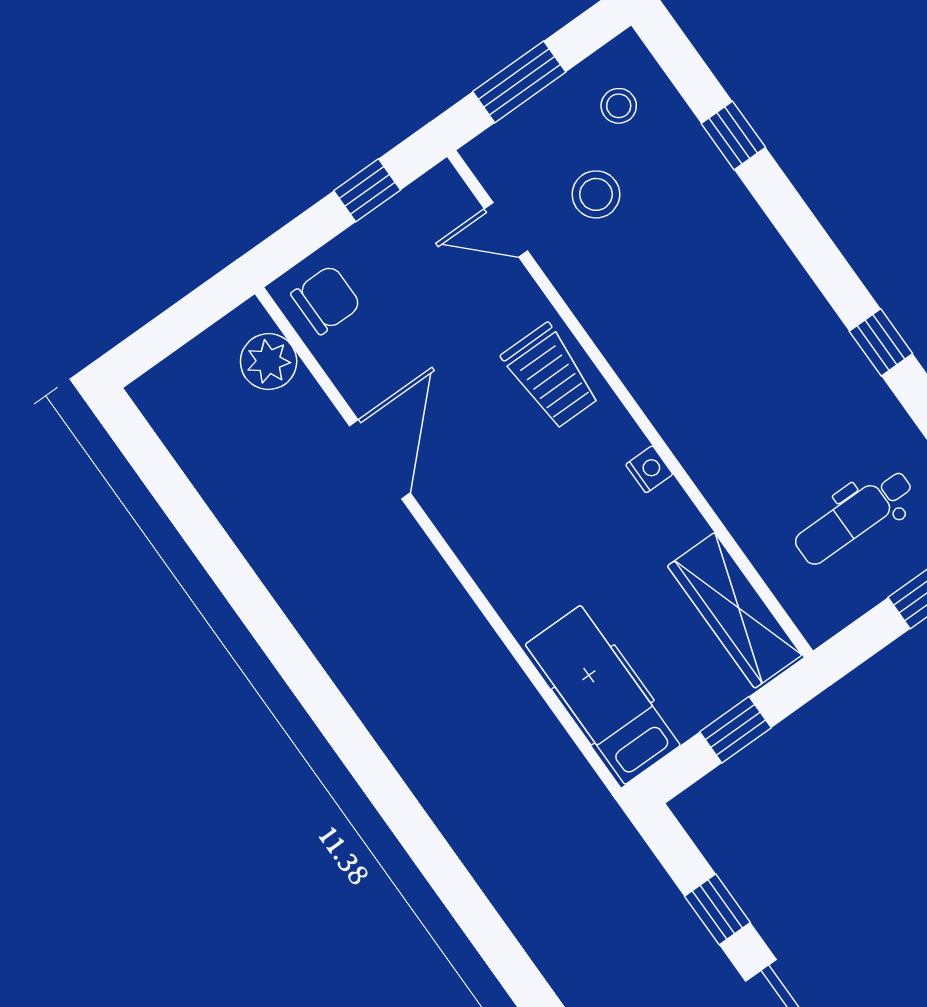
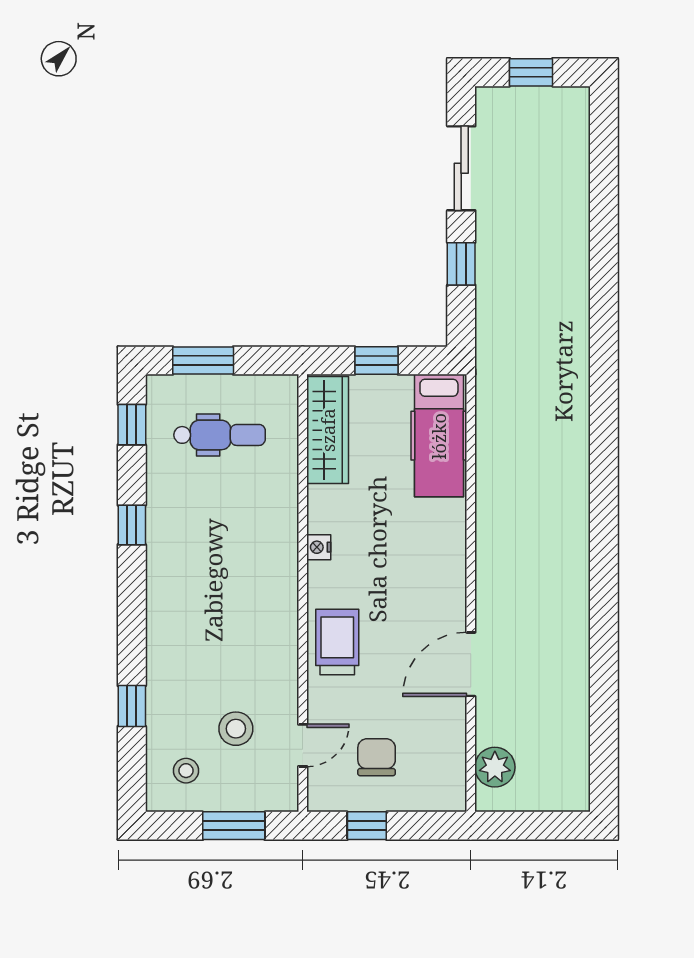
door: (506, 230) -> (303, 745), hinge flipped
chair: (326, 300) -> (377, 757), moved, turned 90

